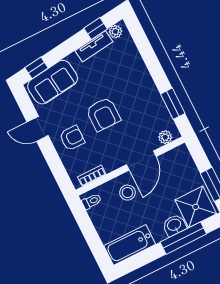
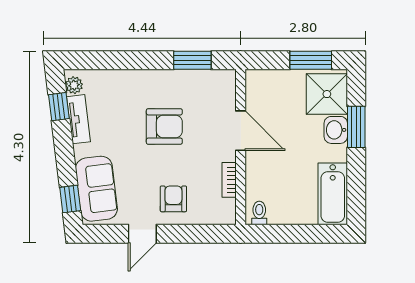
armchair: (103, 114) -> (164, 126), moved
plant: (165, 137) -> (227, 89), removed
bookcase: (92, 176) -> (229, 180), moved
stool: (127, 193) -> (270, 166), removed
window: (183, 238) -> (356, 127), width x0.69

